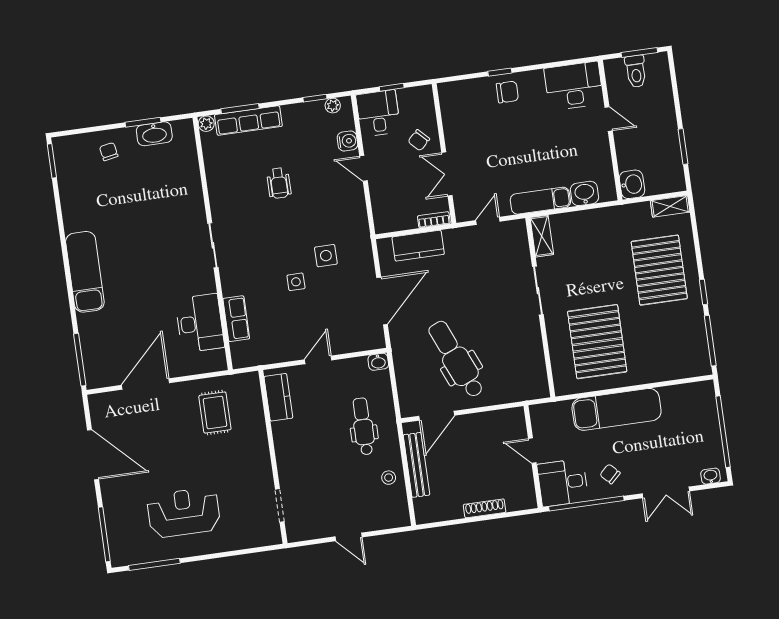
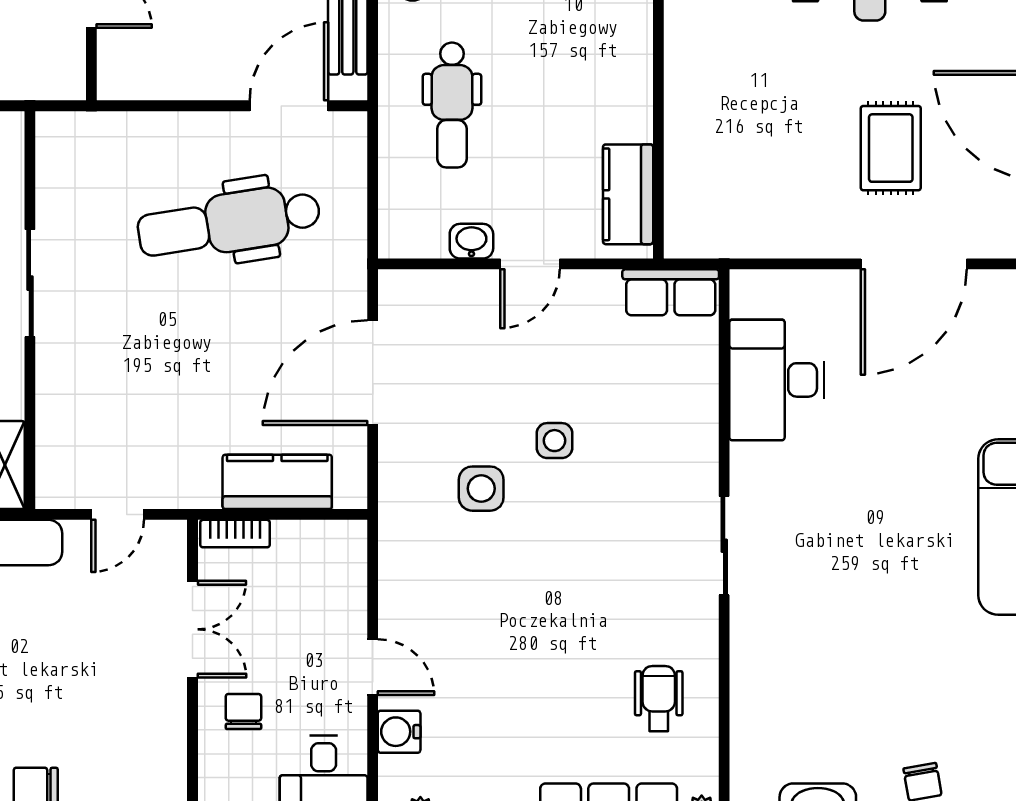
chair: (419, 140) -> (243, 712), turned -46
wheelchair: (279, 183) -> (659, 698), moved
sliding door: (538, 291) -> (30, 283), moved
row of seats: (236, 319) -> (671, 292), moved, turned -90
dental chair: (456, 359) -> (229, 223), turned 104
washbasin: (378, 362) -> (471, 241), moved
rug: (215, 413) -> (891, 148), moved

